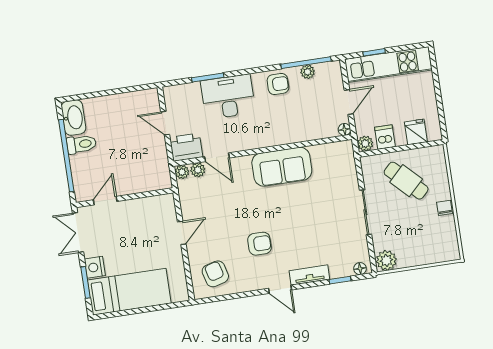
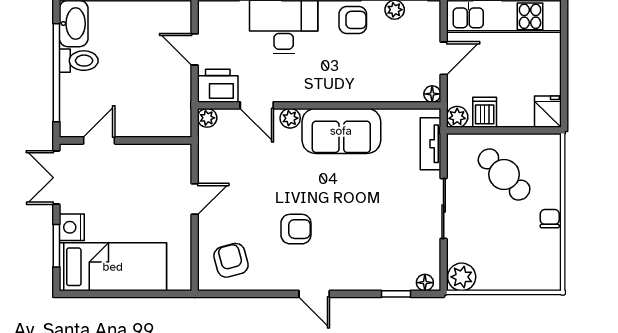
fridge: (416, 132) -> (548, 112), moved
plant: (198, 170) -> (290, 118), moved
tv unit: (309, 275) -> (430, 144), moved, turned -90

